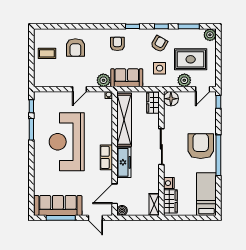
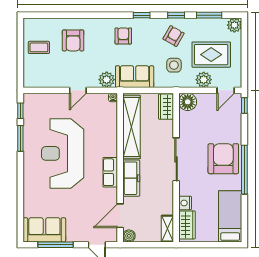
sofa: (58, 205) -> (44, 230), width x0.73

